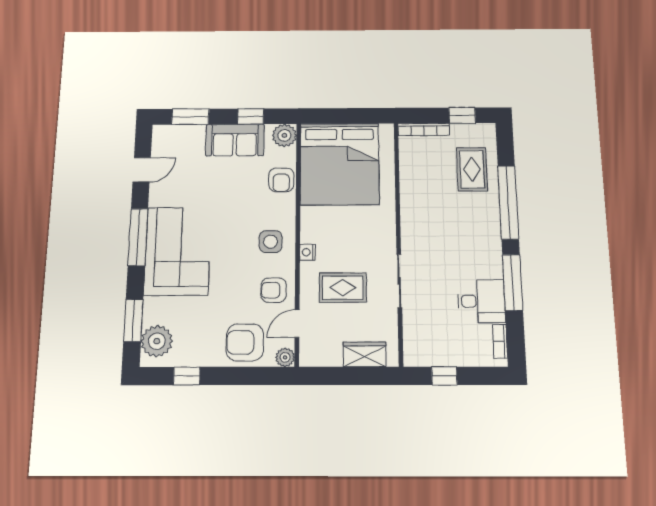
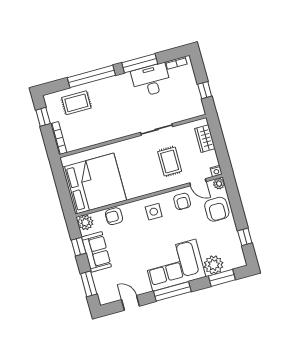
armchair: (281, 180) -> (114, 216), turned 180
nightstand: (307, 252) -> (216, 171), moved
desk: (481, 301) -> (151, 80), width x1.37
plant: (157, 341) -> (214, 265), moved

